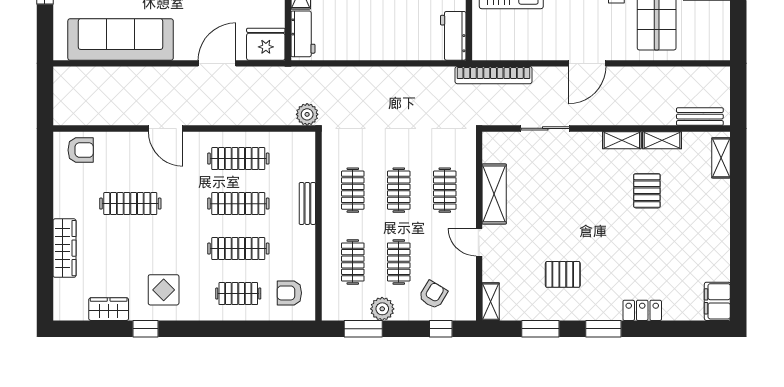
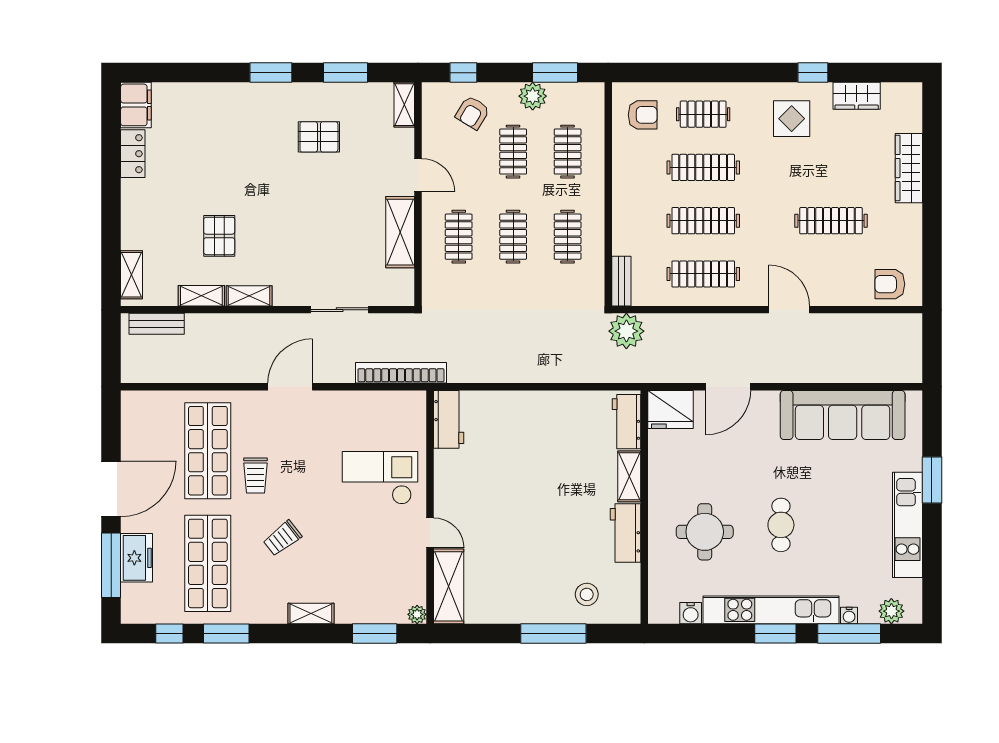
plant: (307, 114) -> (626, 331), width x1.36, depth x1.36
bench: (307, 203) -> (621, 281), moved
locker: (642, 310) -> (133, 154), moved, turned -90

